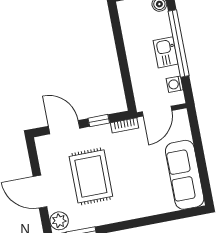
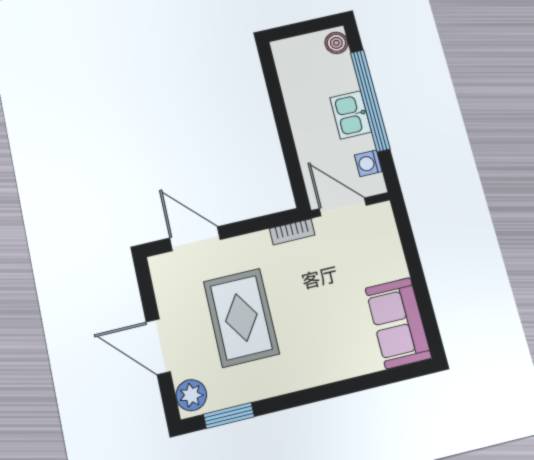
door: (157, 111) -> (343, 207), swing flipped
window: (99, 121) -> (250, 226), removed
sofa: (185, 175) -> (398, 323), width x0.73

